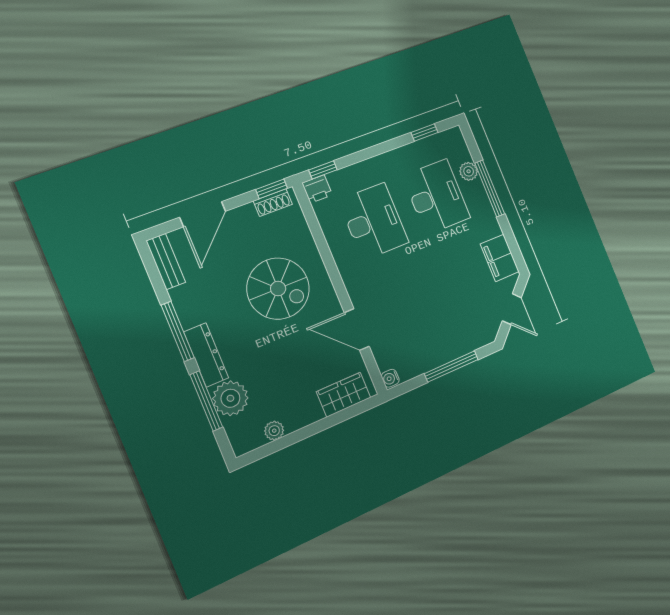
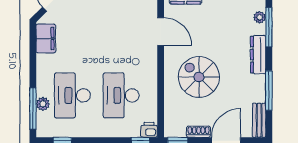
window: (490, 189) -> (33, 108), moved
shoe rack: (273, 203) -> (198, 132), moved
window: (178, 332) -> (269, 91), moved
plant: (230, 398) -> (260, 17), width x0.53, depth x0.53

